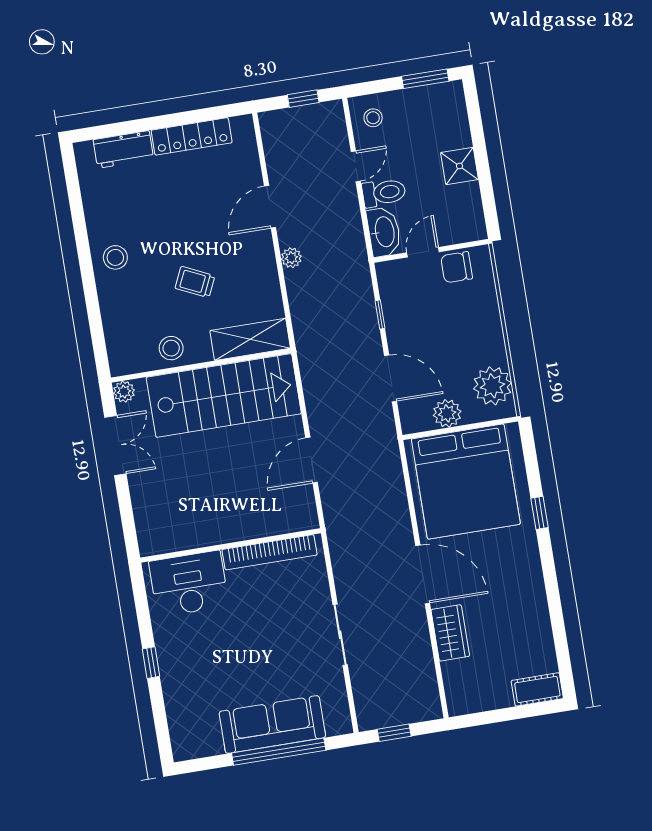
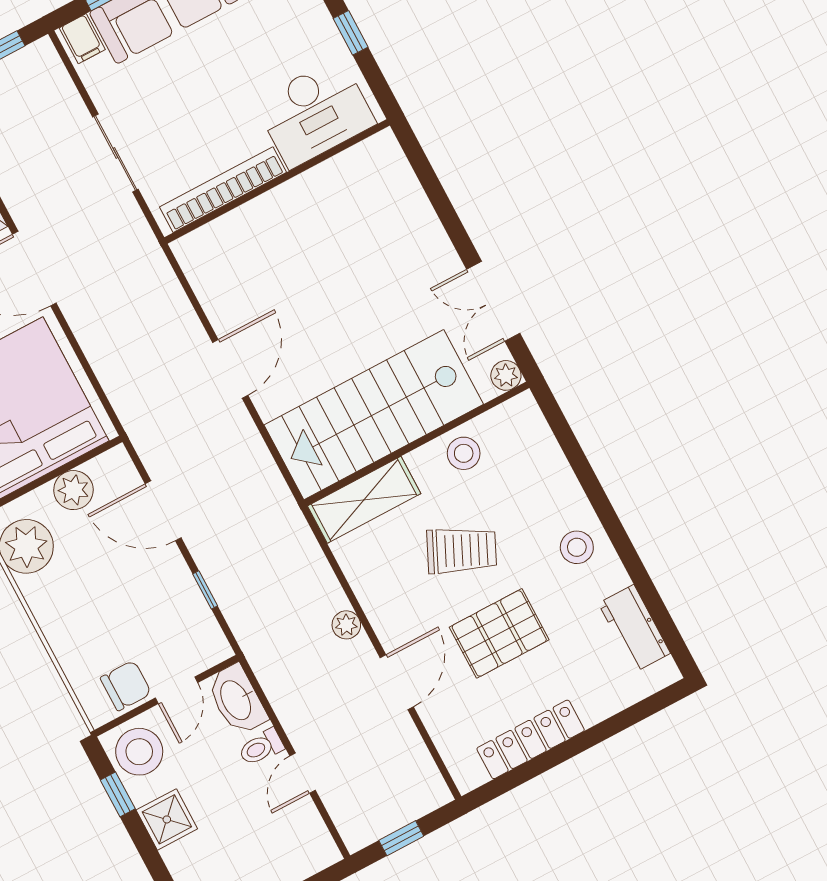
stool: (373, 118) -> (139, 752), moved, width x1.89, depth x1.89
workbench: (123, 149) -> (634, 628), moved, turned -90
toilet: (384, 193) -> (261, 747), width x0.73, depth x0.72
window: (487, 195) -> (118, 794), added
pallet: (189, 216) -> (499, 633), added
trolley: (195, 282) -> (462, 550), width x1.36, depth x1.39
wall: (231, 545) -> (277, 181), moved
bookcase: (270, 552) -> (223, 190), moved
desk: (189, 584) -> (315, 113), moved
filing cabinet: (336, 721) -> (82, 39), added

